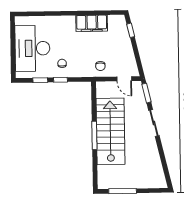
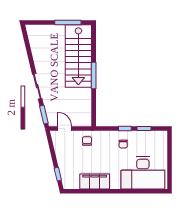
desk: (32, 48) -> (143, 173), moved, turned 90
stairs: (110, 131) -> (78, 56), moved

